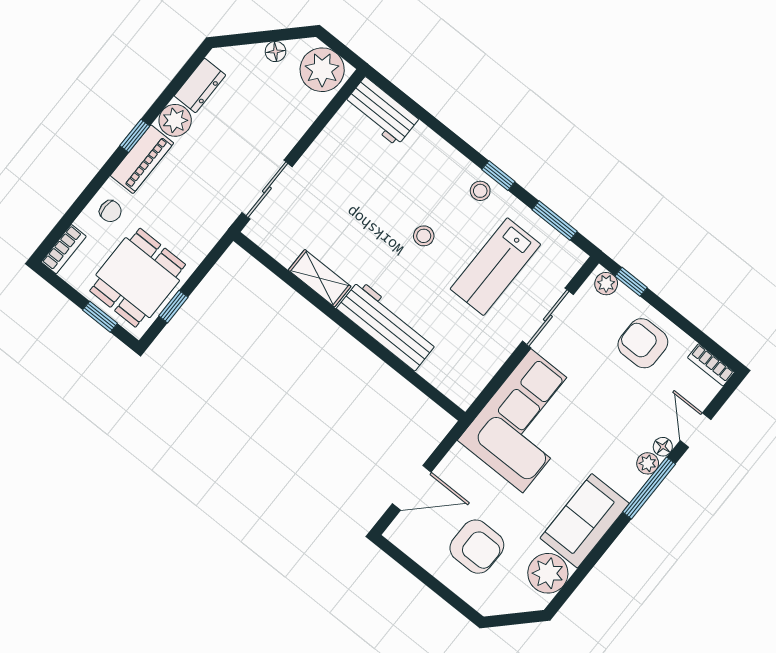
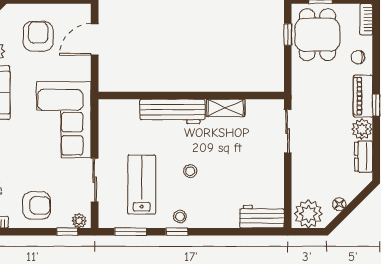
armchair: (477, 547) -> (38, 36), turned 90

